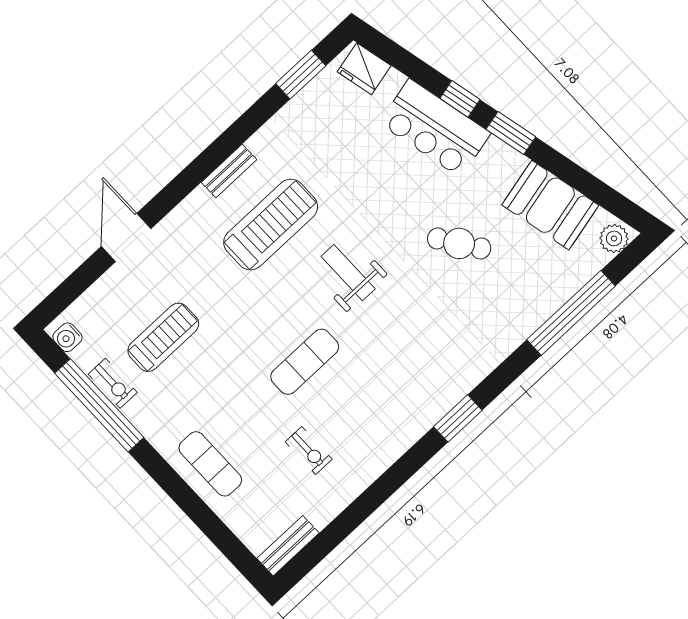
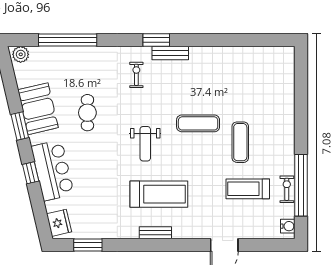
window: (511, 133) -> (20, 126), moved
booth: (550, 205) -> (38, 109), moved
treadmill: (271, 225) -> (159, 194), turned 180
cafe table: (459, 243) -> (87, 113), turned 34
exercise bike: (309, 451) -> (136, 75), moved
exercise mat: (210, 464) -> (240, 142), moved
bench: (288, 546) -> (170, 53), moved

